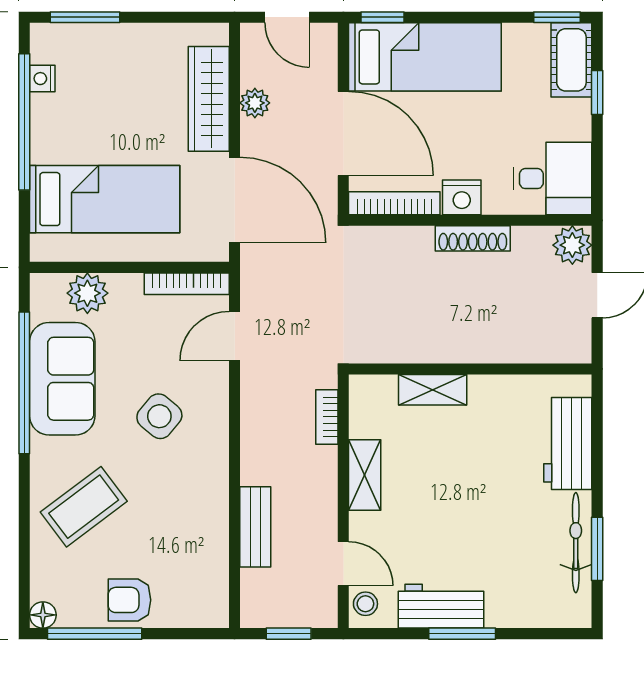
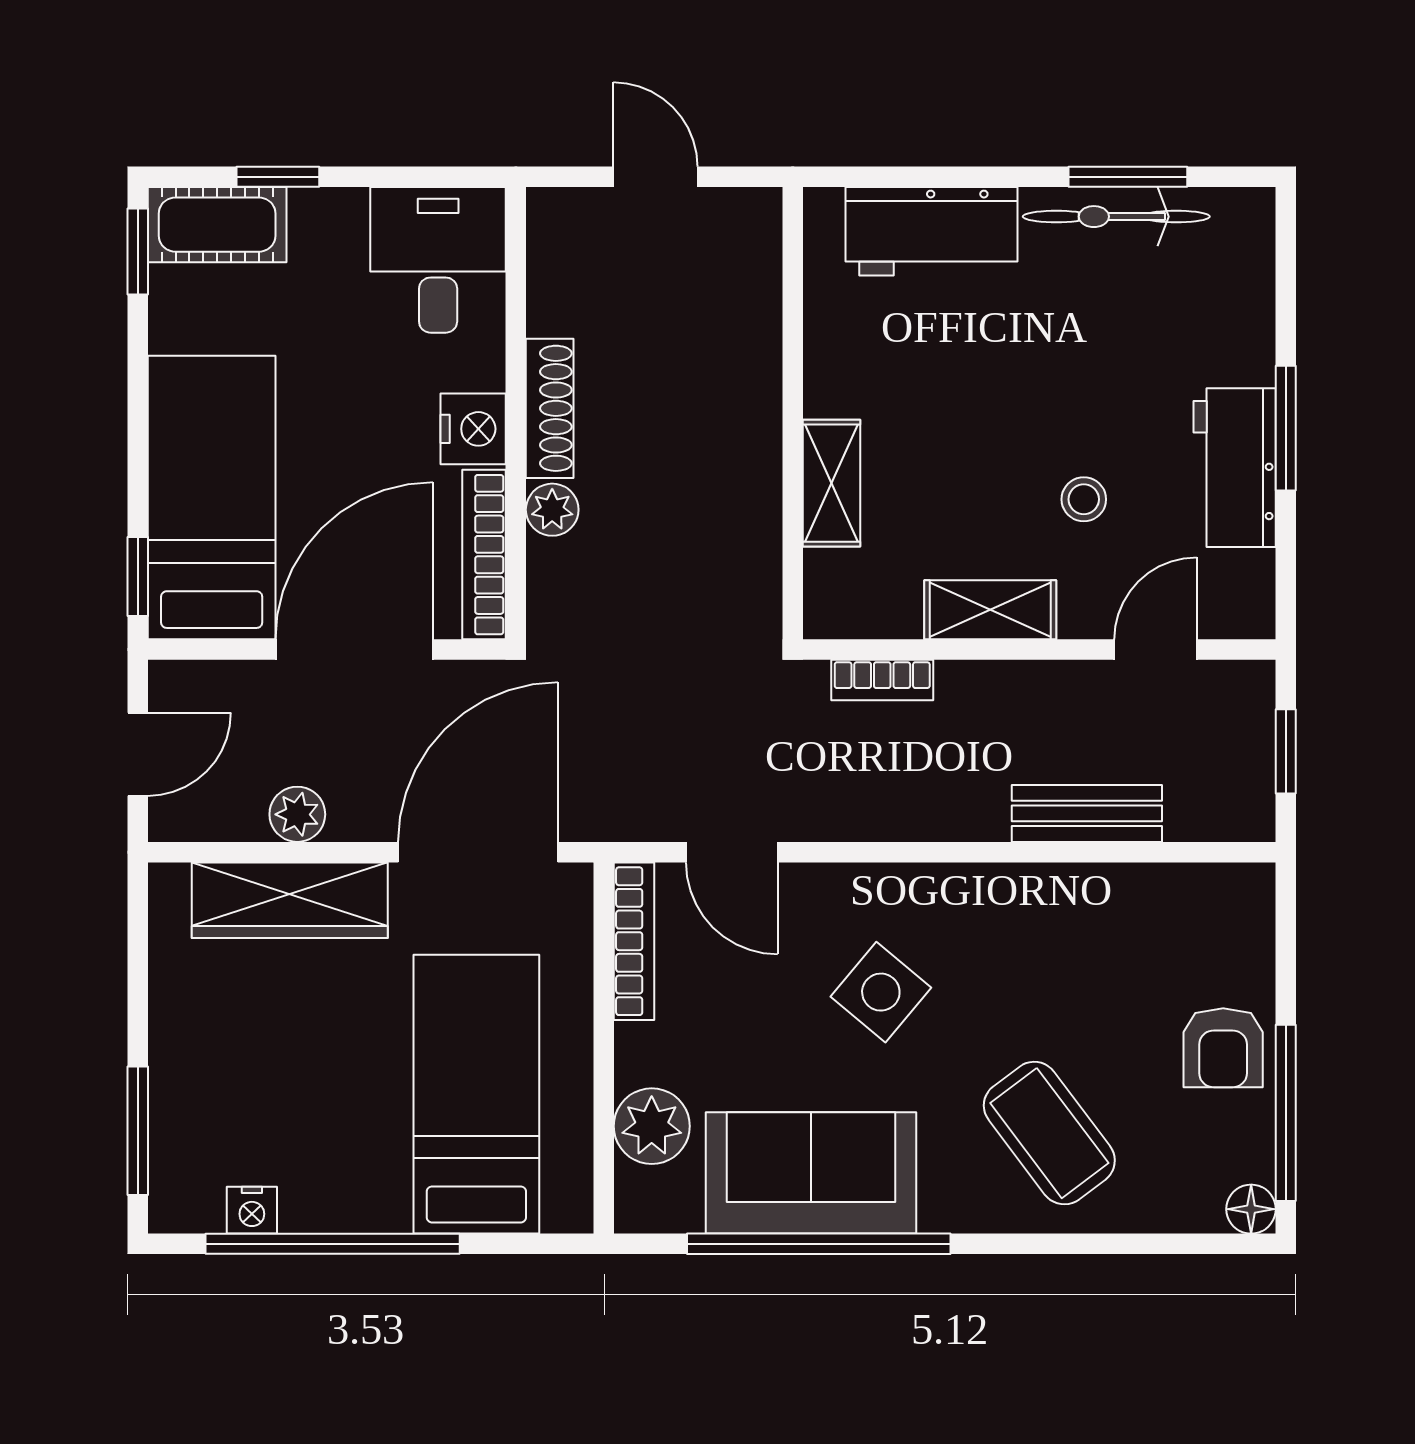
plant: (572, 245) -> (552, 510), moved, width x0.73, depth x0.73
stool: (365, 604) -> (1084, 499), moved

